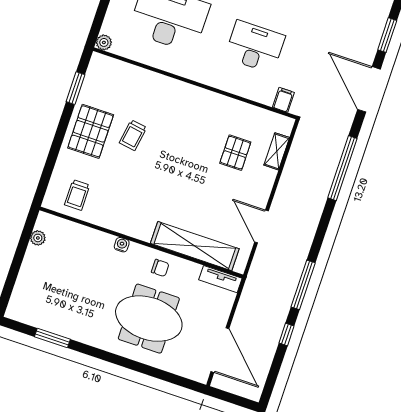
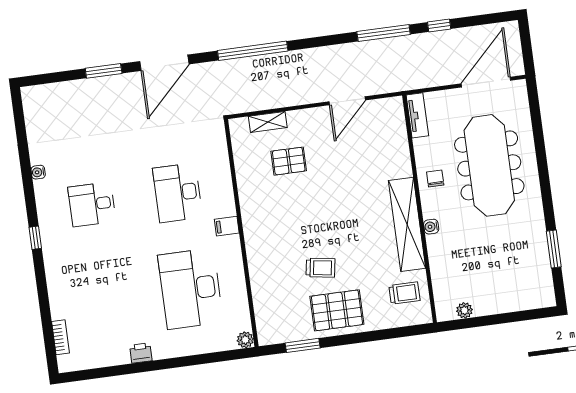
filing cabinet: (283, 100) -> (227, 226), moved
shelving: (195, 246) -> (407, 224), moved
meeting table: (149, 319) -> (489, 165), width x1.36

